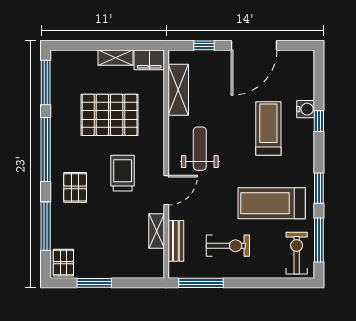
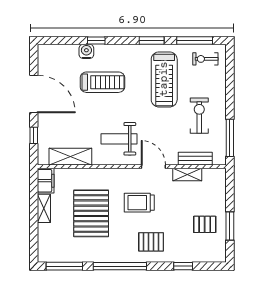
treadmill: (268, 129) -> (102, 82), turned 180
window: (46, 226) -> (183, 266), width x0.46
exercise bike: (297, 253) -> (205, 59), width x0.73, depth x0.72
pallet: (63, 263) -> (205, 224), moved

